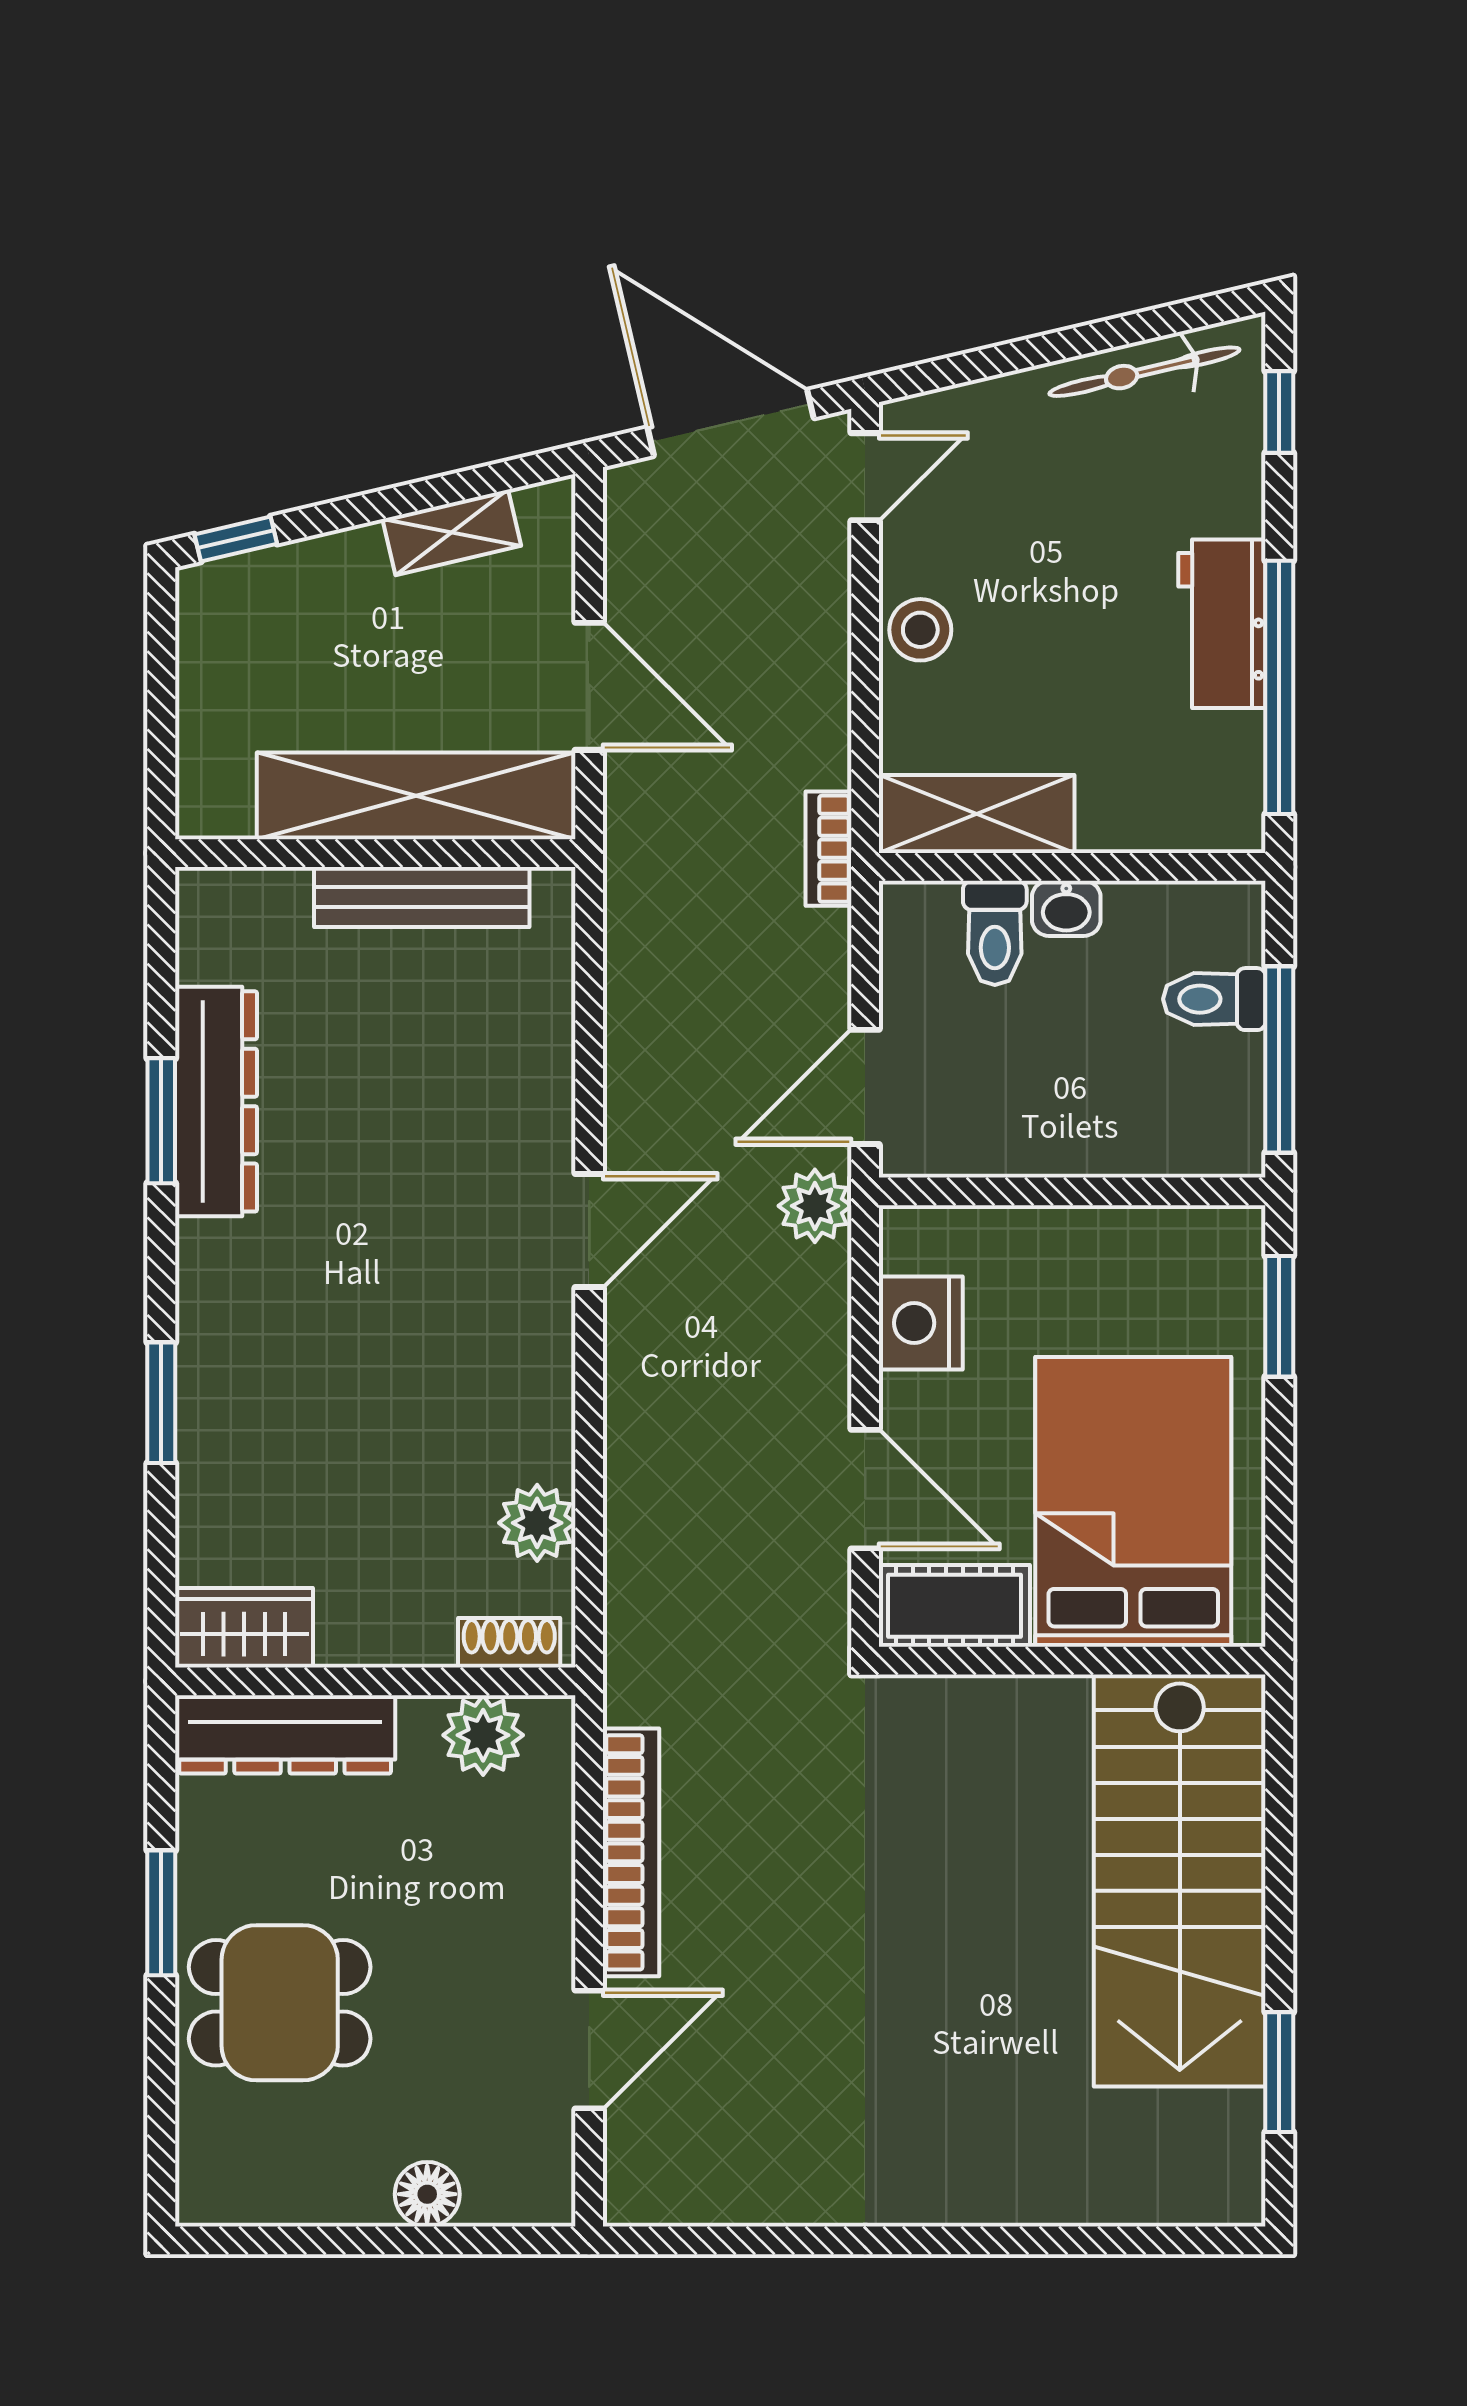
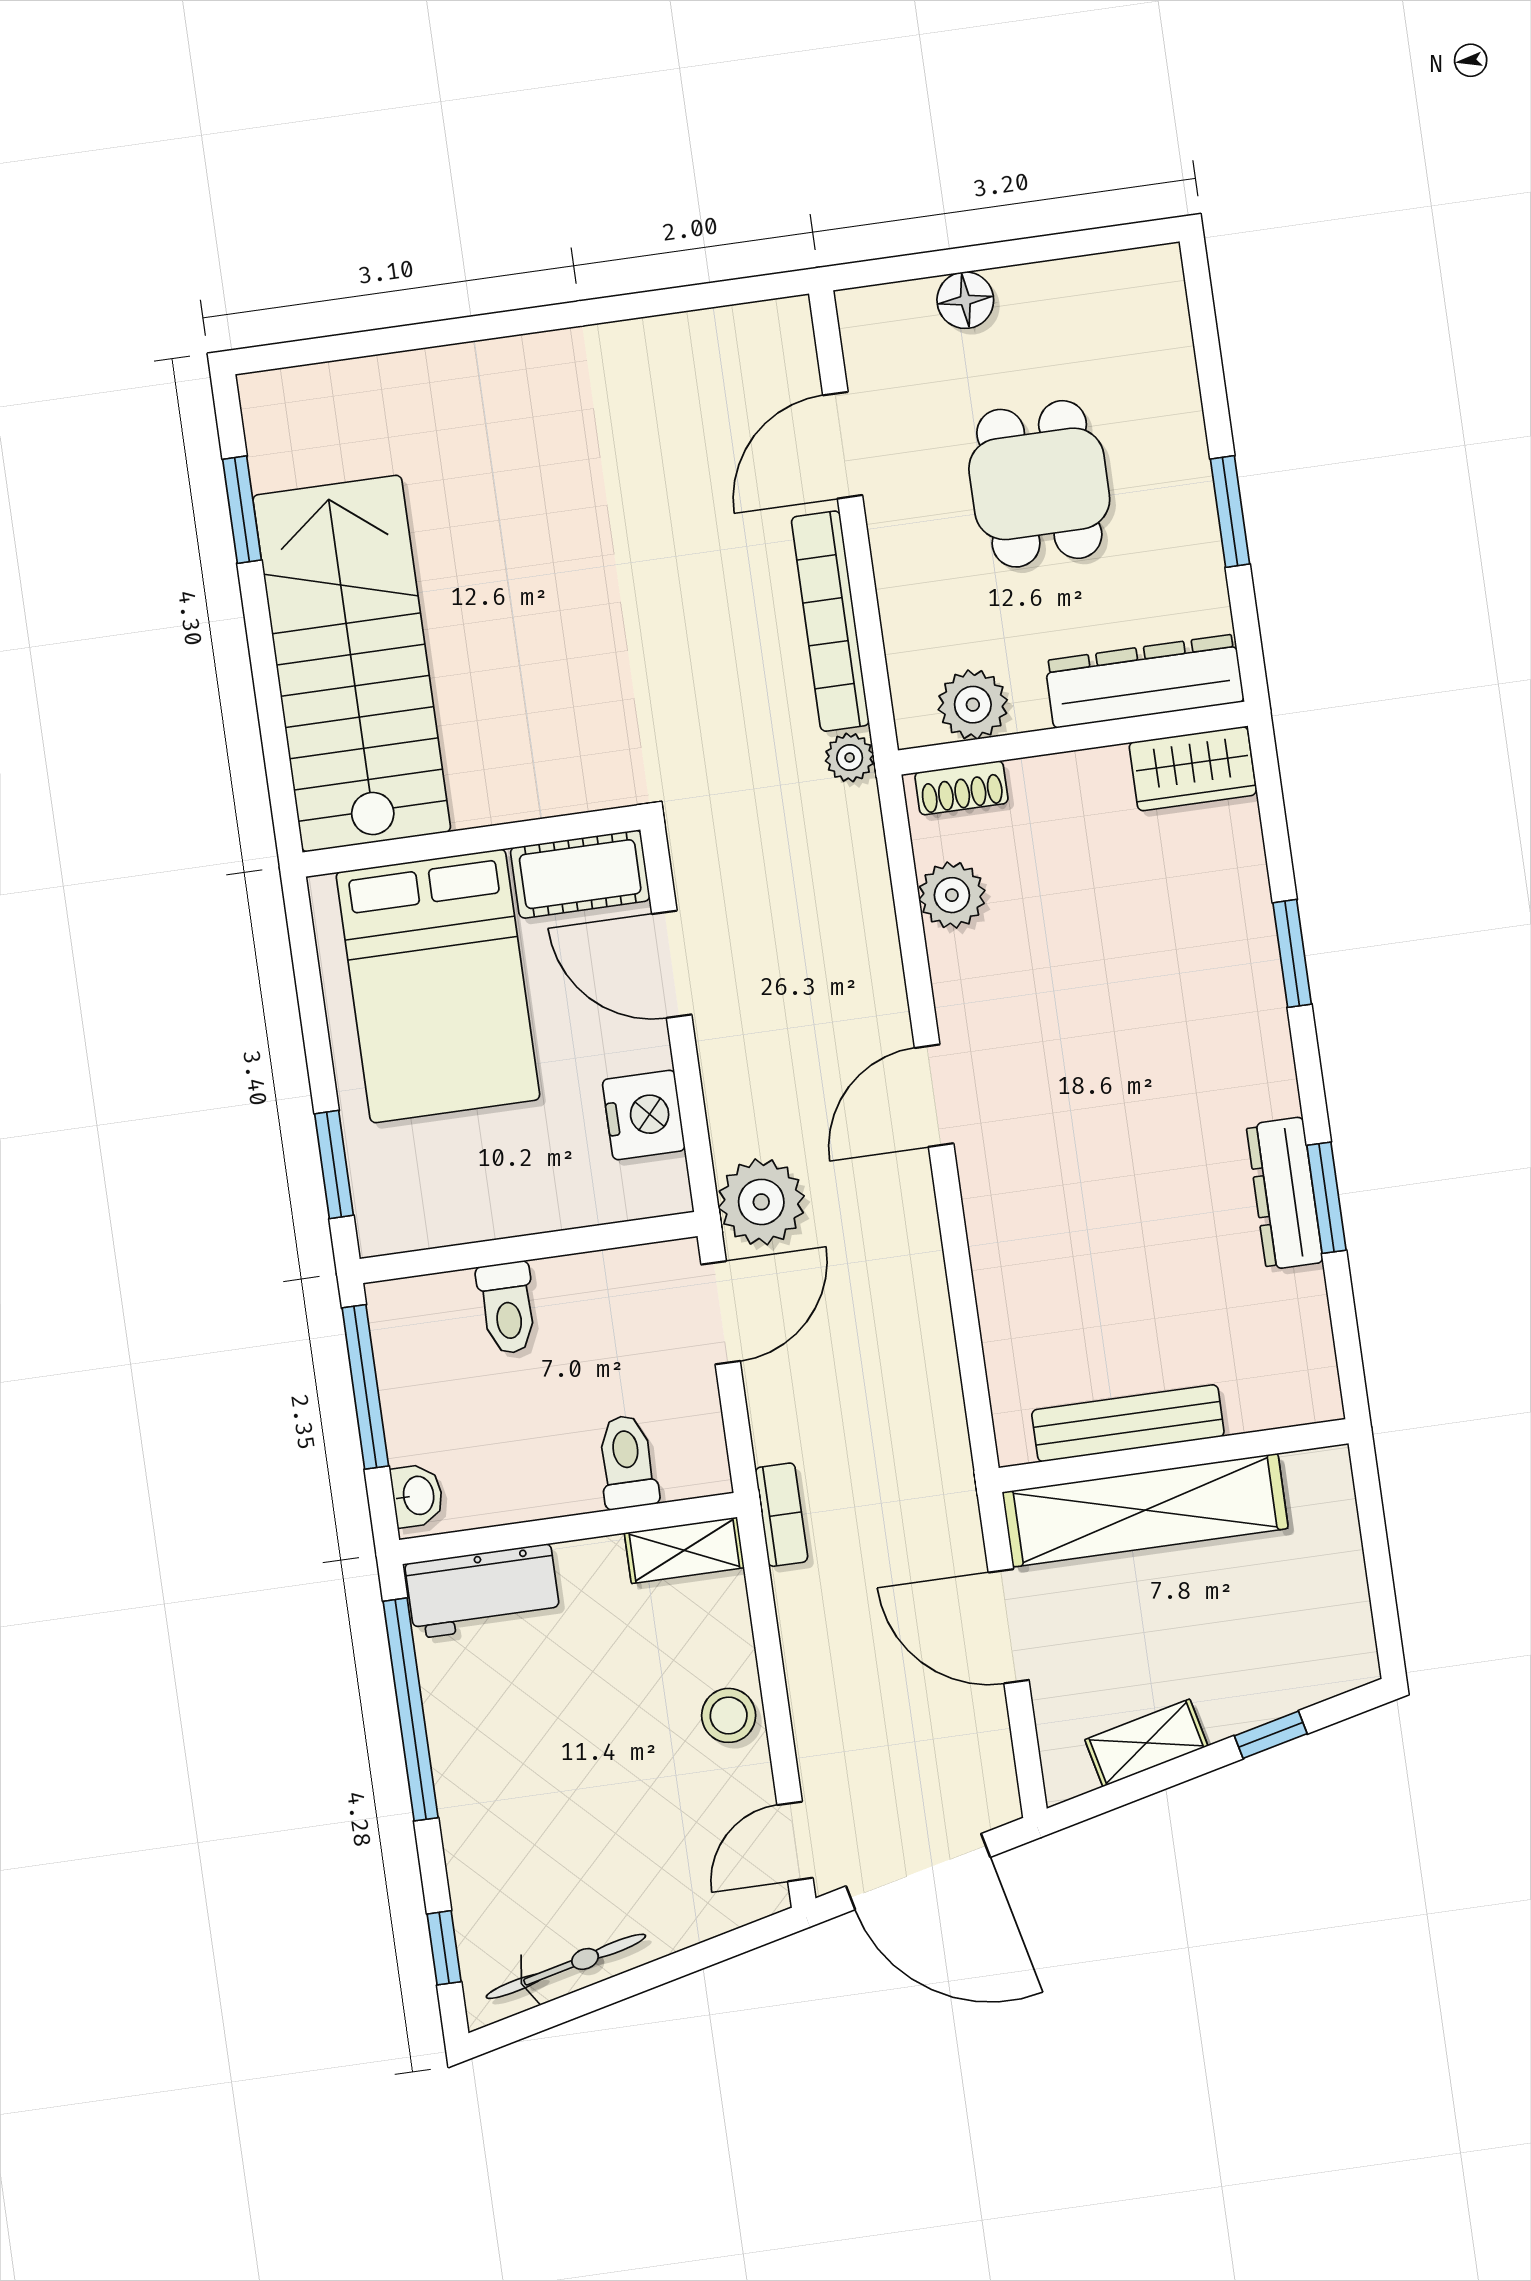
window: (236, 539) -> (1271, 1735), moved
workbench: (1222, 624) -> (483, 1591), moved, turned 90
shelving: (977, 814) -> (684, 1550), width x0.67, depth x0.75
washbasin: (1066, 908) -> (417, 1496), moved, turned 90
toilet: (1214, 999) -> (507, 1308), moved, turned 90
dresser: (216, 1101) -> (1285, 1194), width x0.73, depth x0.80
plant: (815, 1206) -> (761, 1202), width x1.36, depth x1.36
door: (589, 1231) -> (934, 1096), moved
plant: (631, 1695) -> (850, 757), added
dining table: (280, 2003) -> (1039, 484), moved, turned 90

